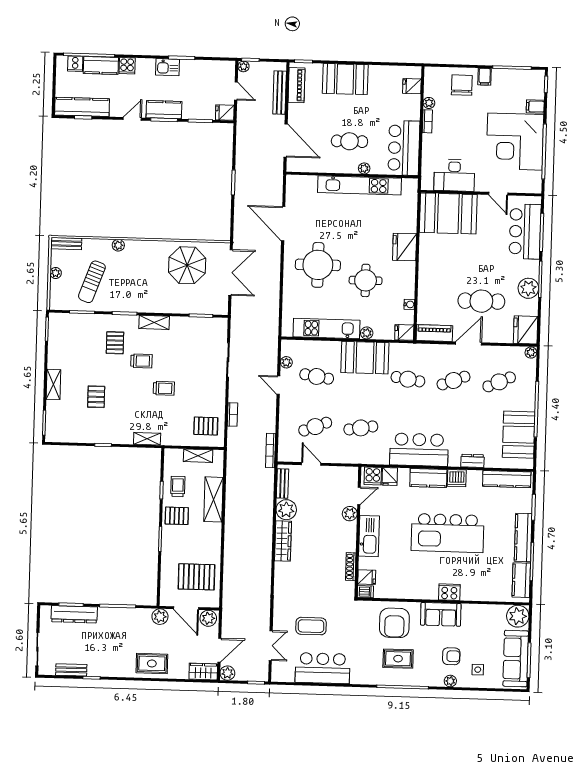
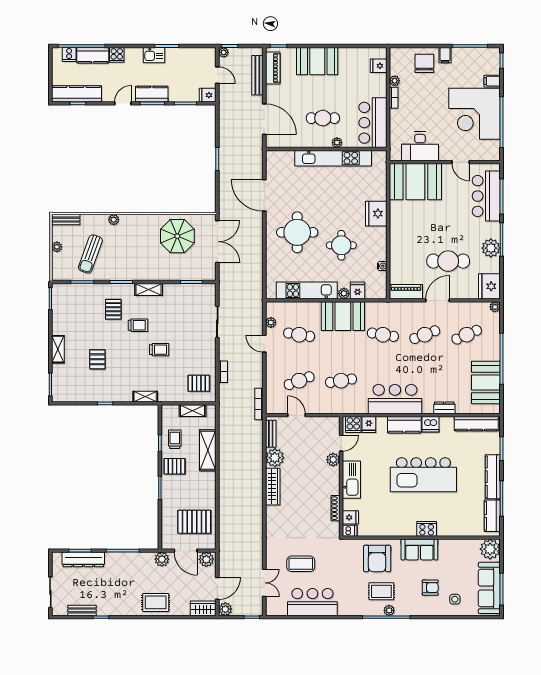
fridge: (404, 332) -> (358, 290), moved, turned 90
plant: (450, 681) -> (389, 610), moved

